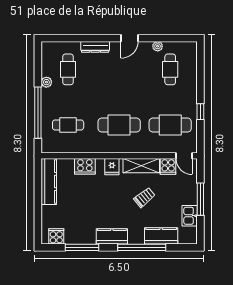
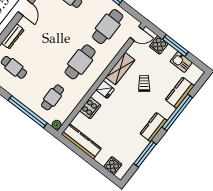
plant: (46, 82) -> (57, 125), moved
cooker: (168, 166) -> (159, 45), moved, turned 90
cooker: (56, 236) -> (113, 166), moved, turned 90

